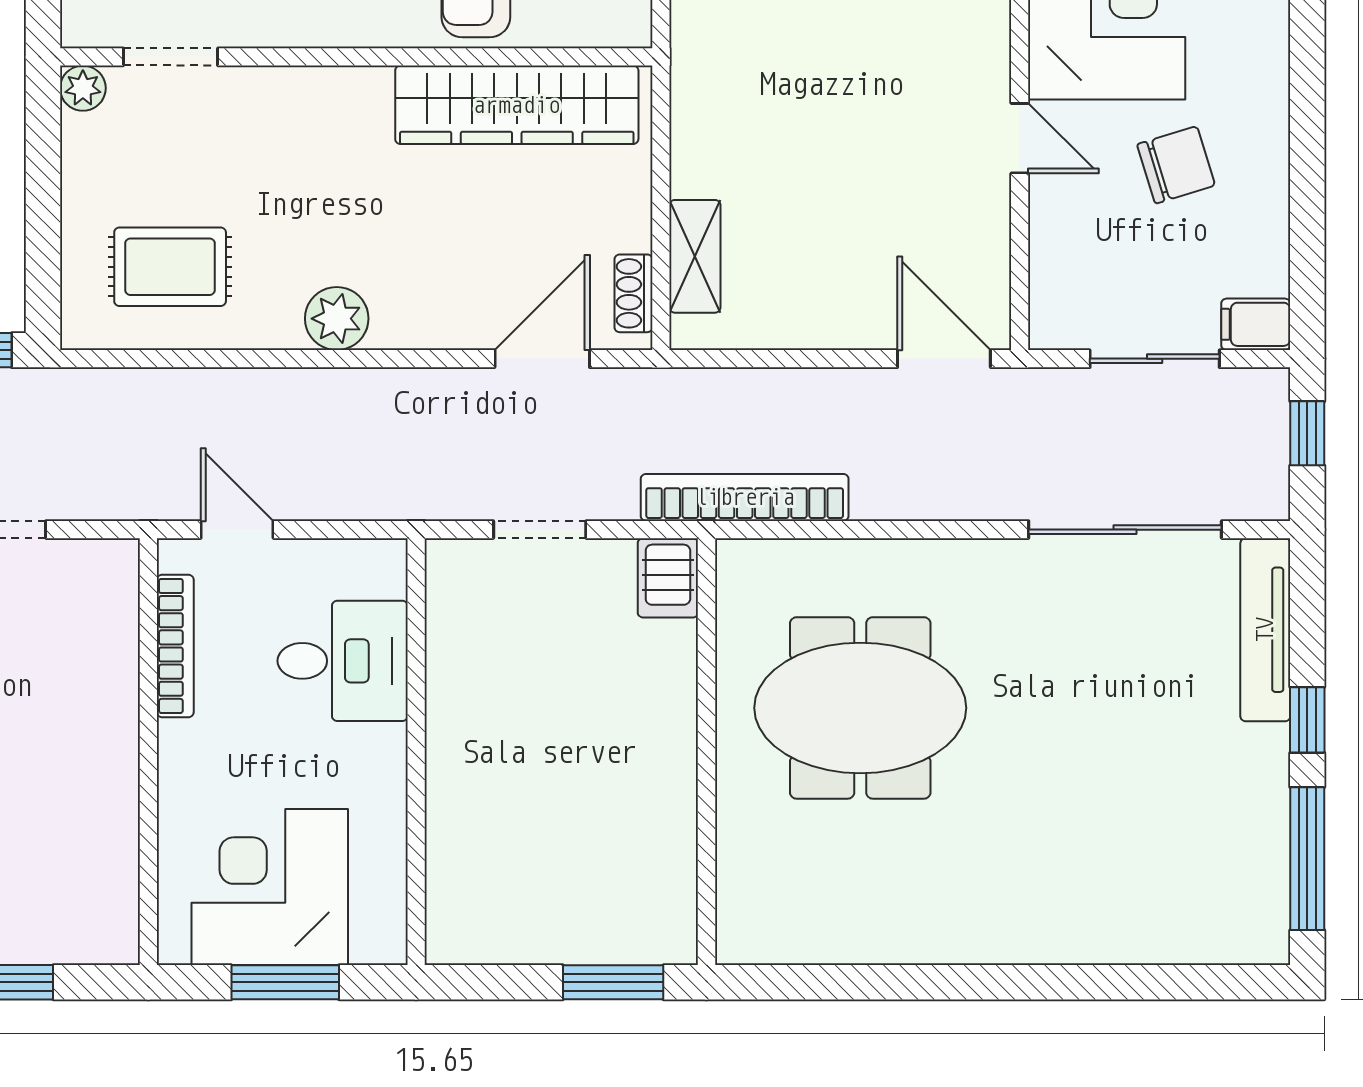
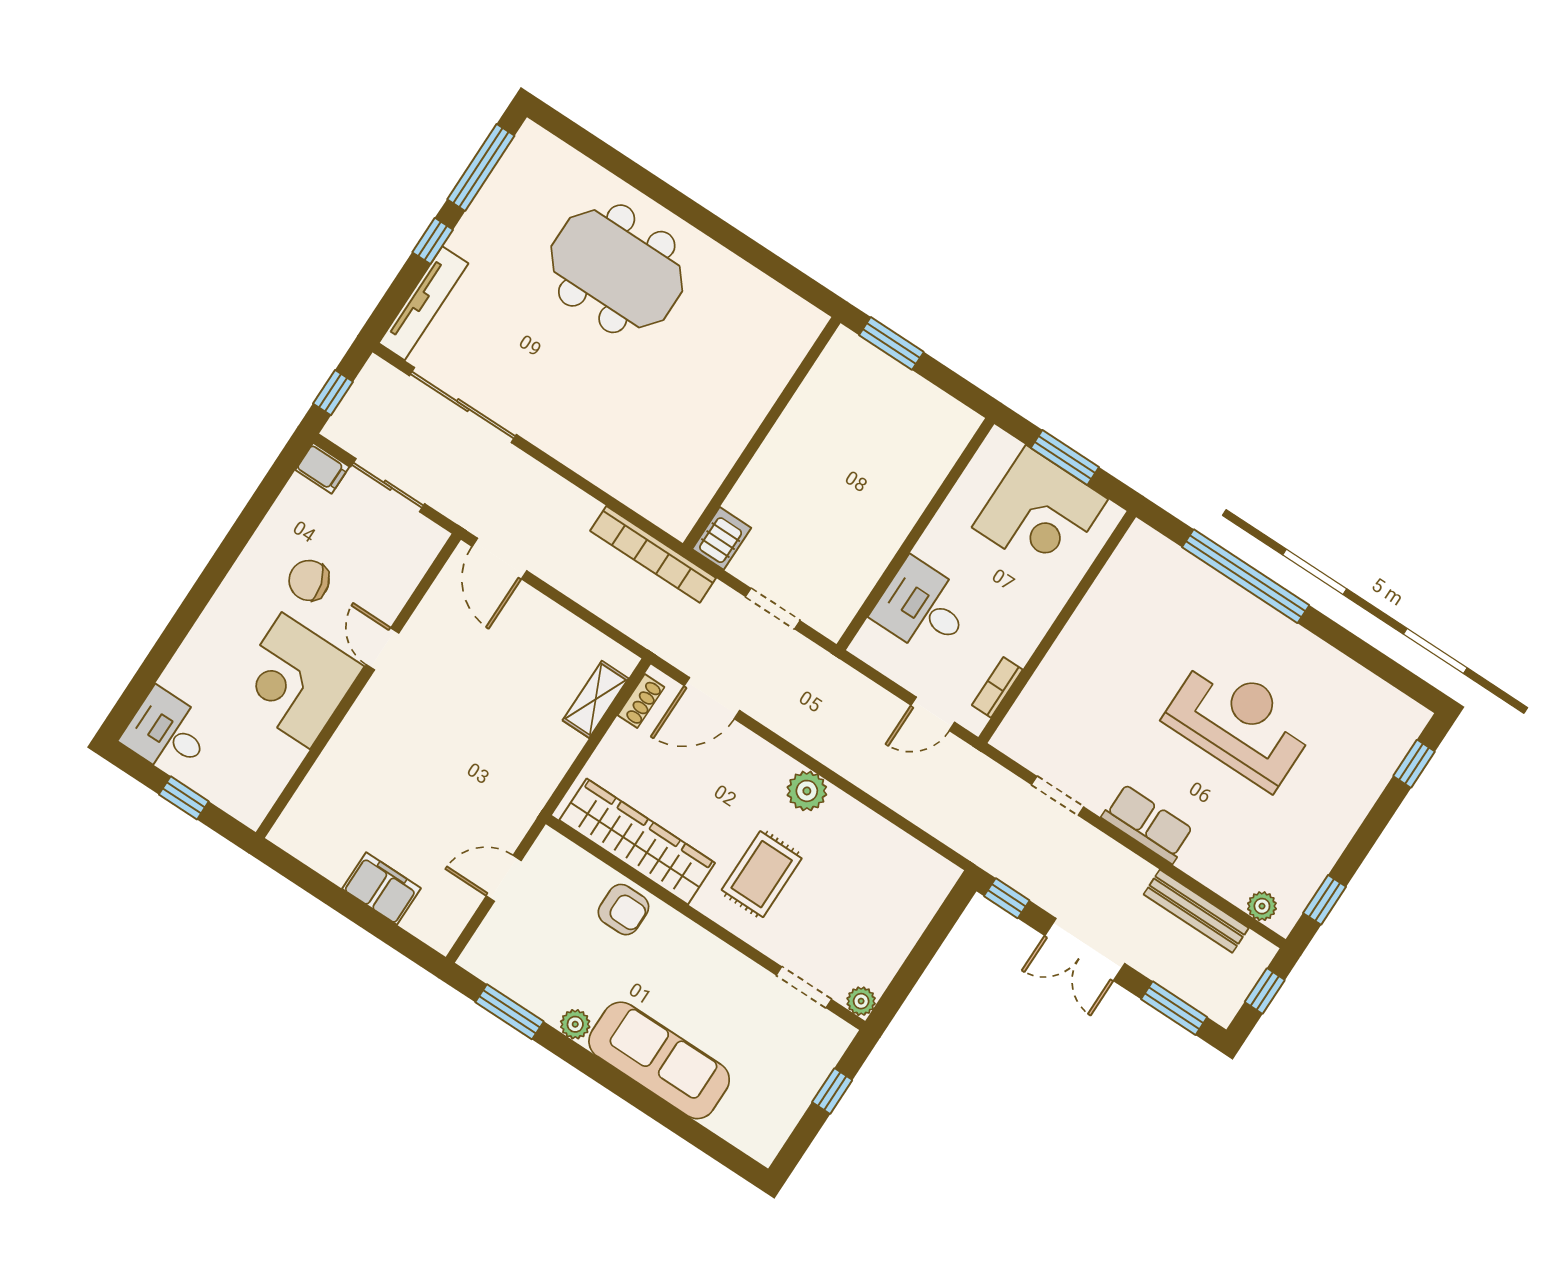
rug: (170, 267) -> (762, 874), moved, turned 90
door: (237, 530) -> (933, 714), hinge flipped
bookcase: (175, 646) -> (997, 687), width x0.64
meeting table: (860, 708) -> (617, 269), moved

